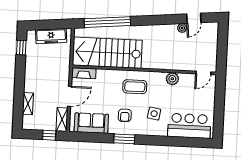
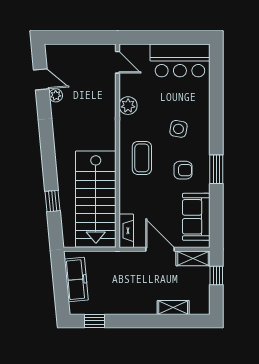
window: (107, 22) -> (53, 201), width x0.32
bar counter: (189, 126) -> (180, 60), moved, turned -90

